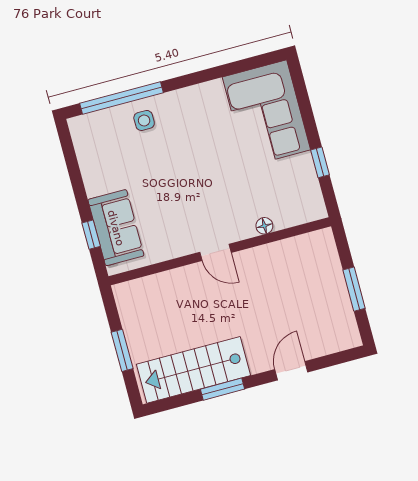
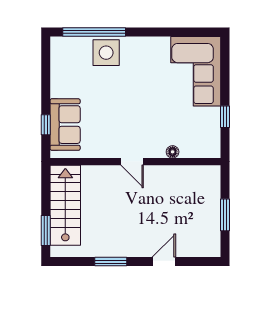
side table: (144, 120) -> (106, 53), width x1.87, depth x1.87
window: (122, 350) -> (46, 231), moved
stairs: (193, 370) -> (65, 205), moved, turned 90

